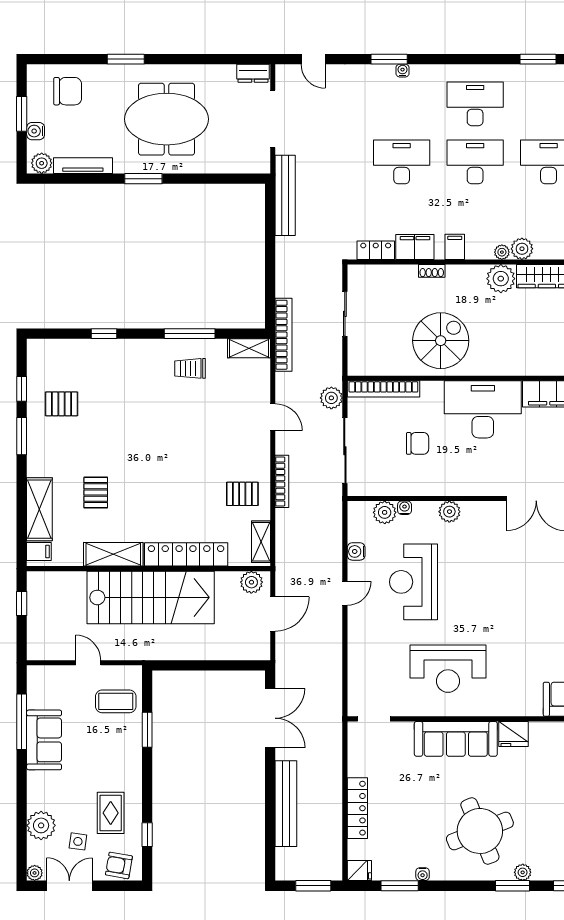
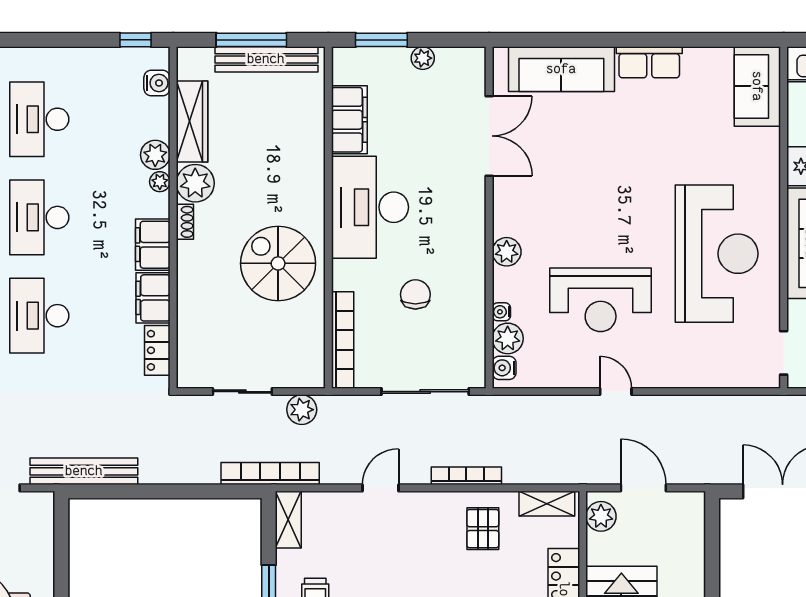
filing cabinet: (455, 247) -> (153, 245), width x2.00
shoe rack: (432, 271) -> (185, 222), moved
plant: (331, 398) -> (302, 410), moved
water cooler: (356, 551) -> (504, 368), moved, turned 90
reception desk: (448, 669) -> (717, 254), width x1.36, depth x1.30

